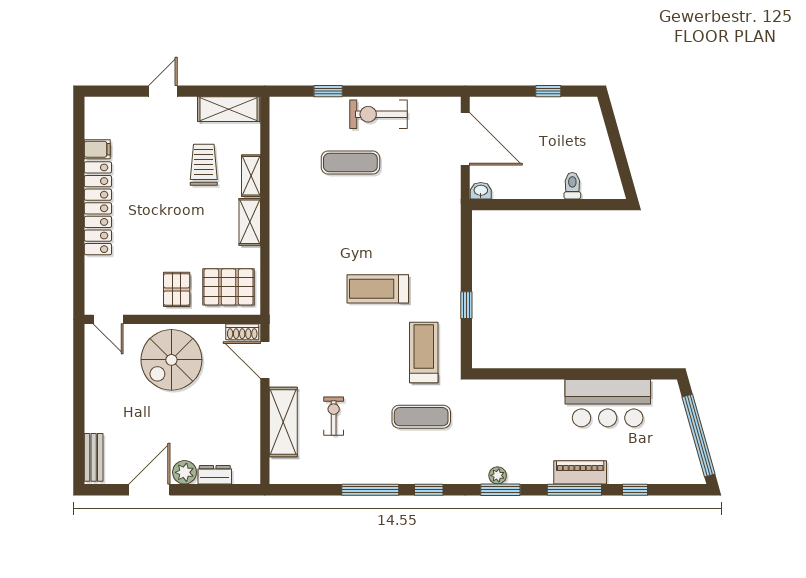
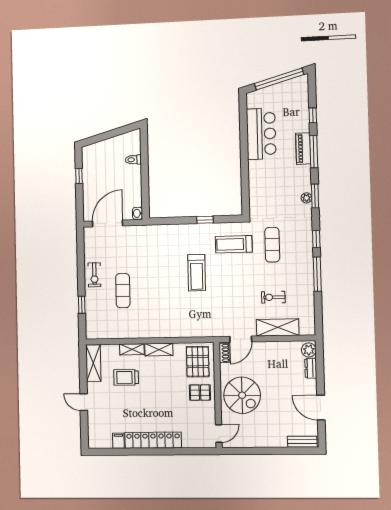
exercise bike: (378, 114) -> (94, 275), width x0.73, depth x0.72
plant: (185, 472) -> (309, 350), moved

